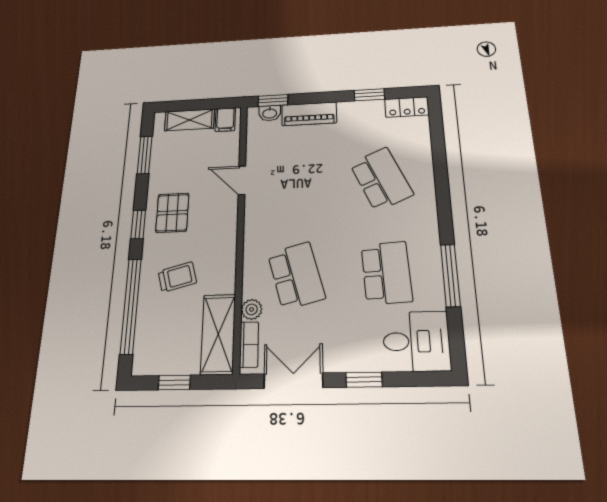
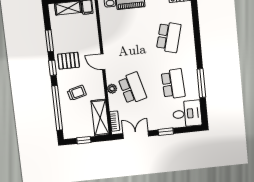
window: (145, 155) -> (49, 41), moved
school desk: (381, 179) -> (169, 37), turned 39
door: (242, 180) -> (103, 62), moved
pallet: (172, 213) -> (68, 61), turned 90
plant: (252, 309) -> (112, 89), moved

